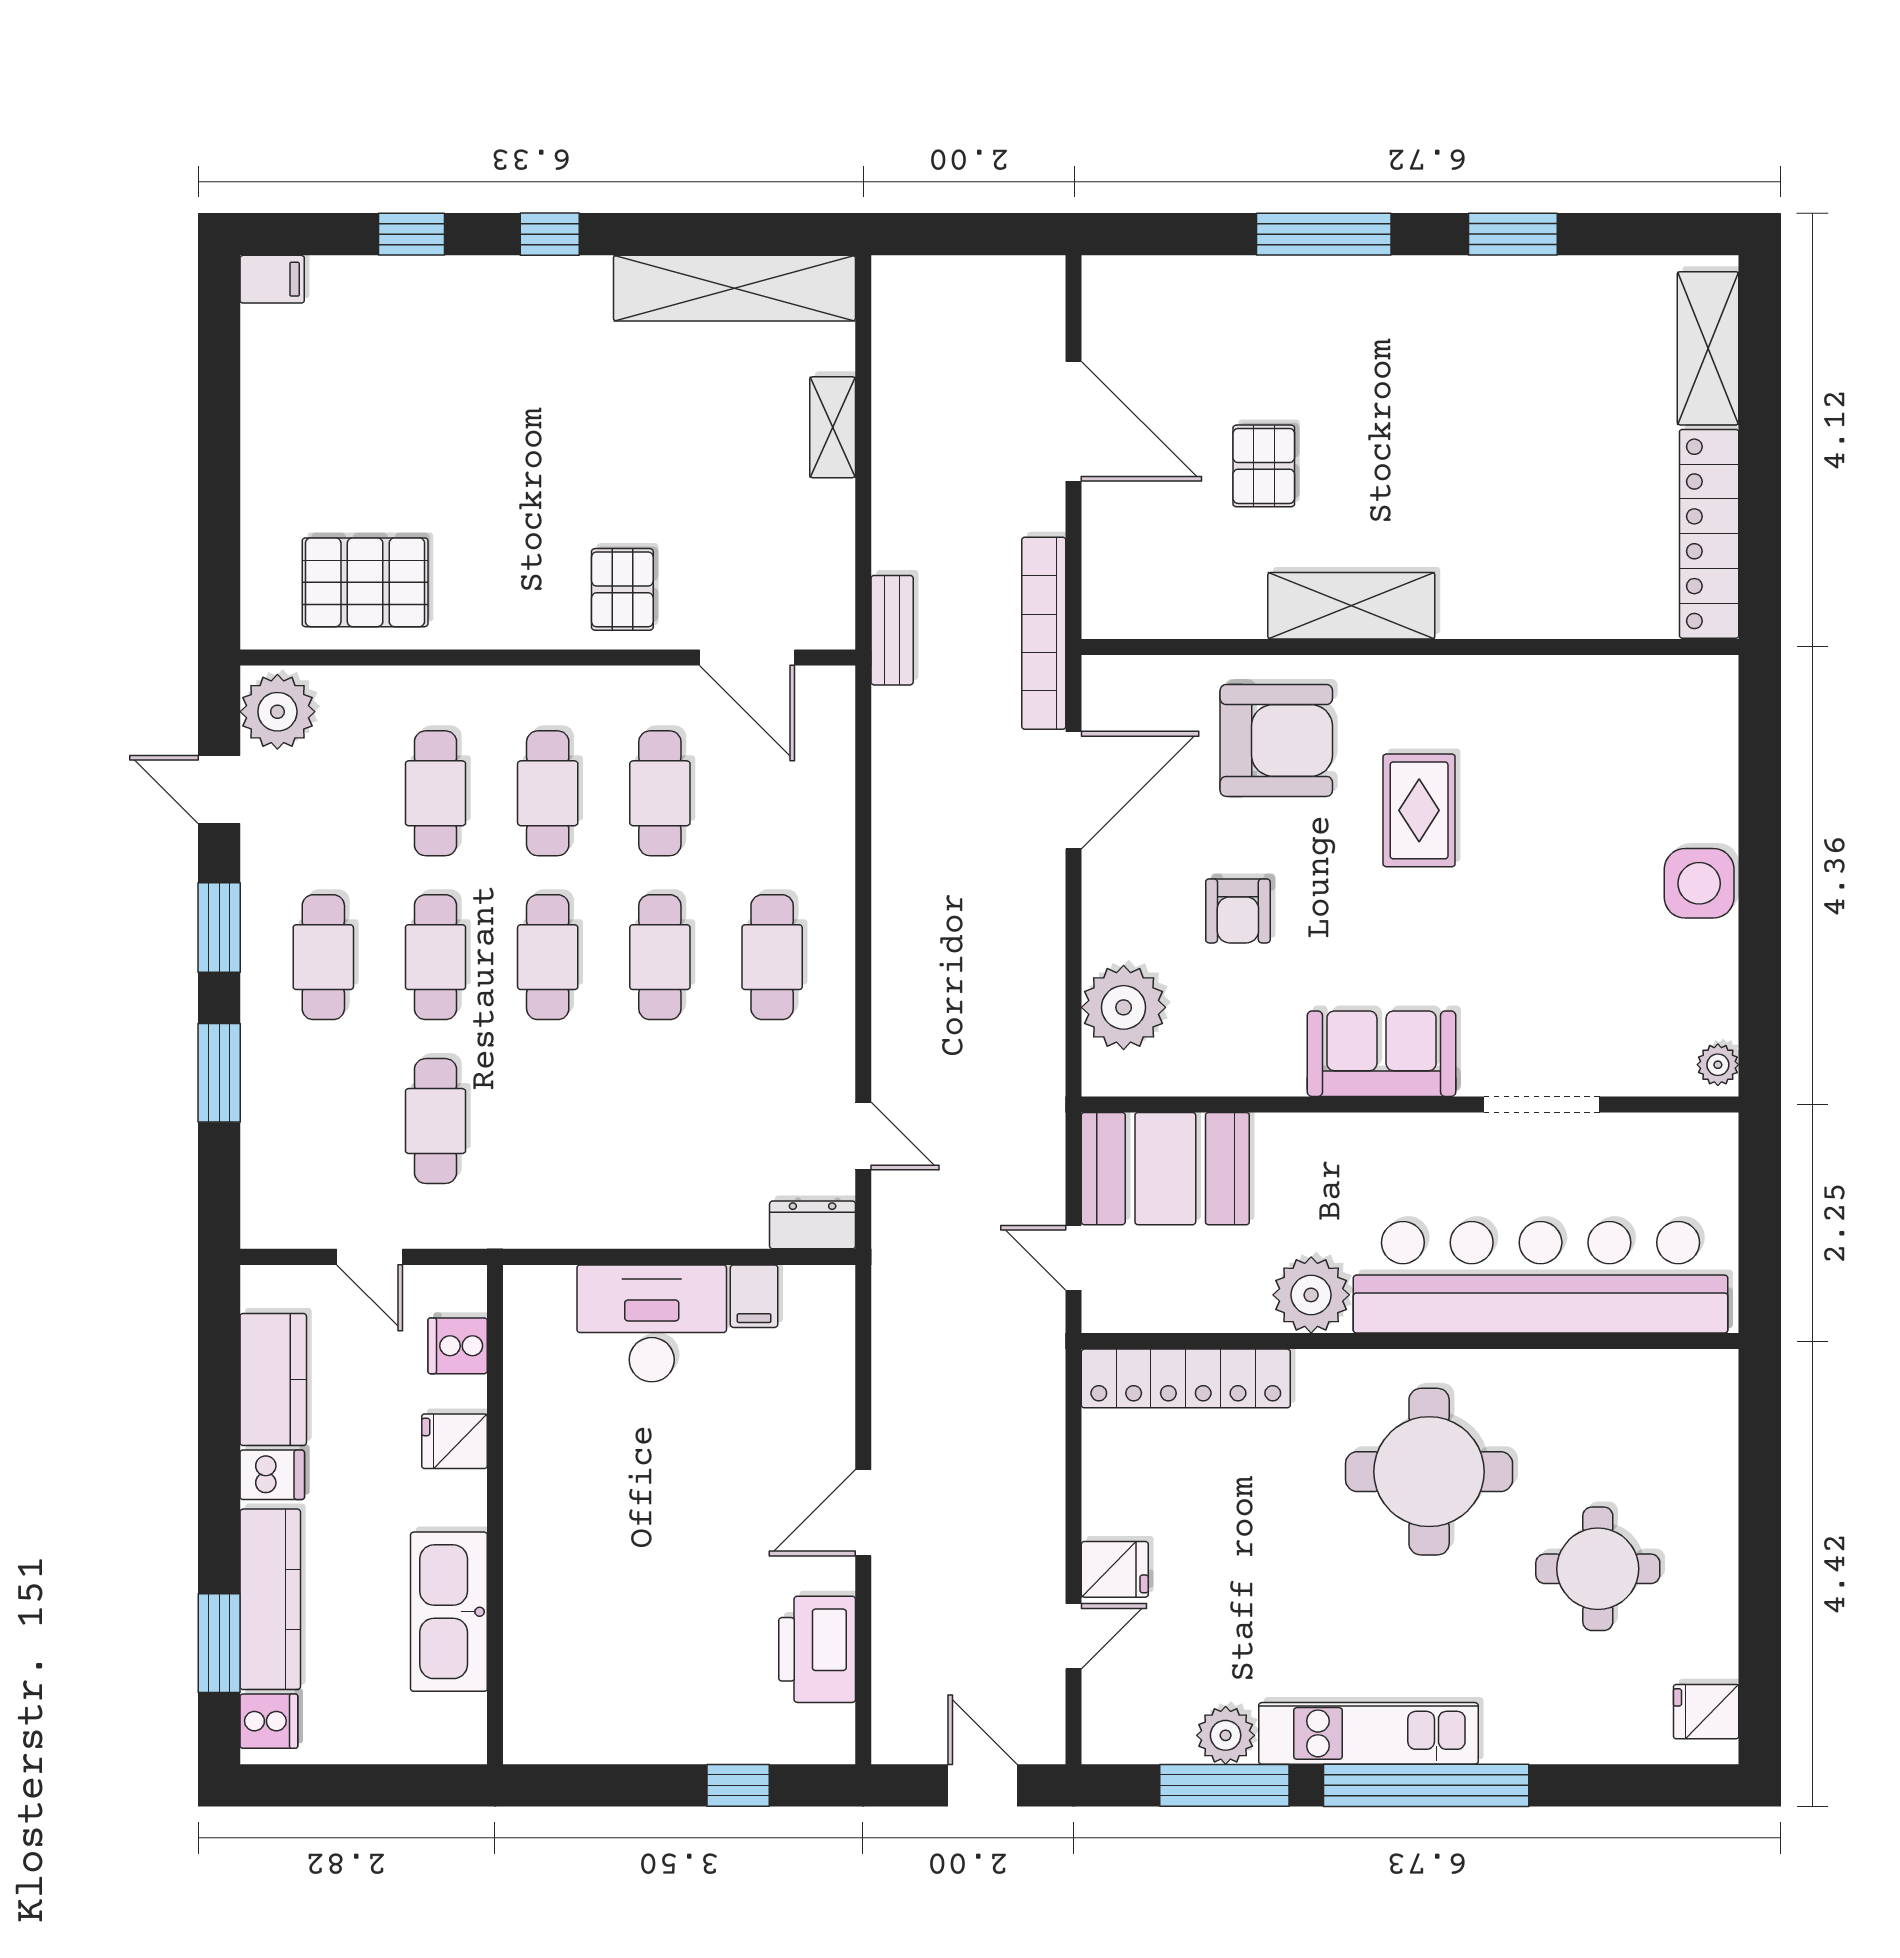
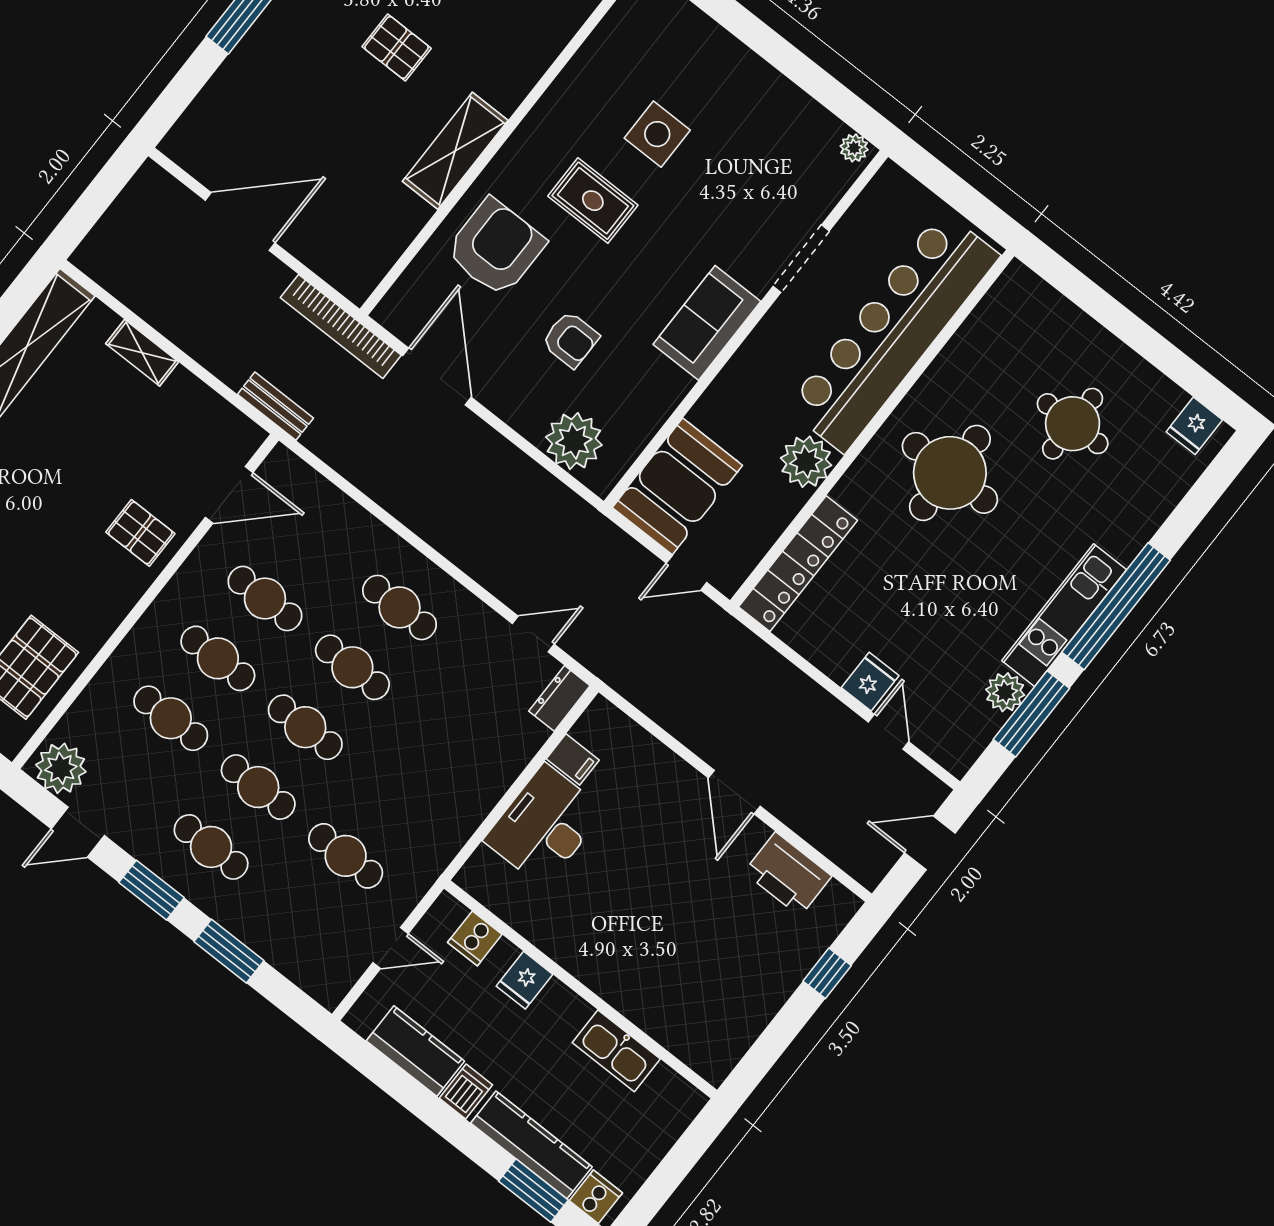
pallet: (1264, 466) -> (397, 47), moved
side table: (1699, 883) -> (657, 134), moved
kitchen sink: (449, 1612) -> (616, 1051), width x0.73, depth x0.81

